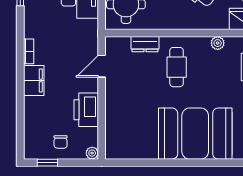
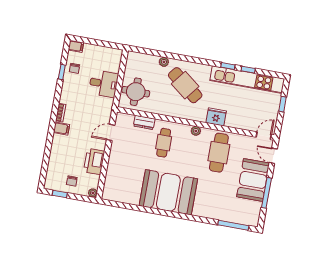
filing cabinet: (34, 80) -> (62, 129), width x0.50

